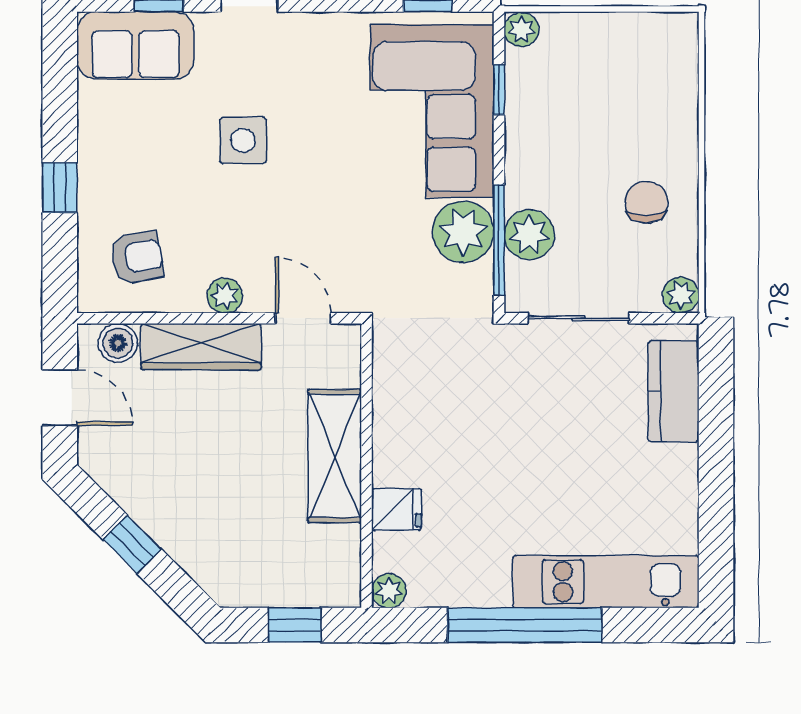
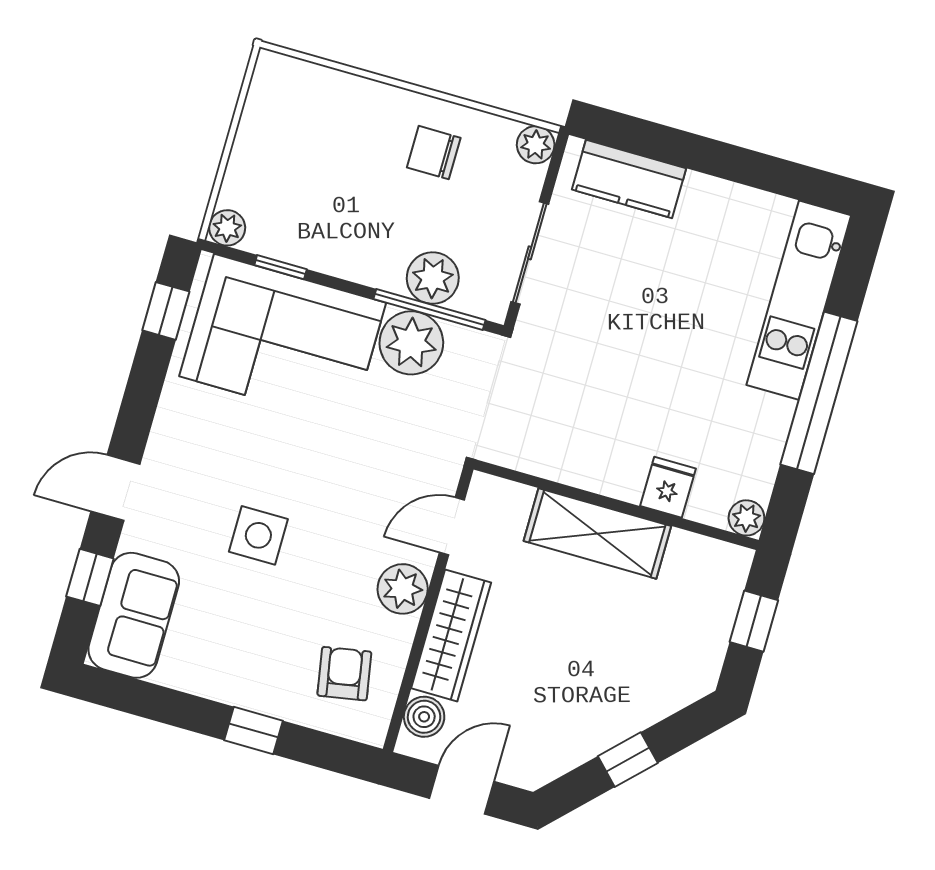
plant: (225, 296) -> (403, 589), width x1.38, depth x1.38

